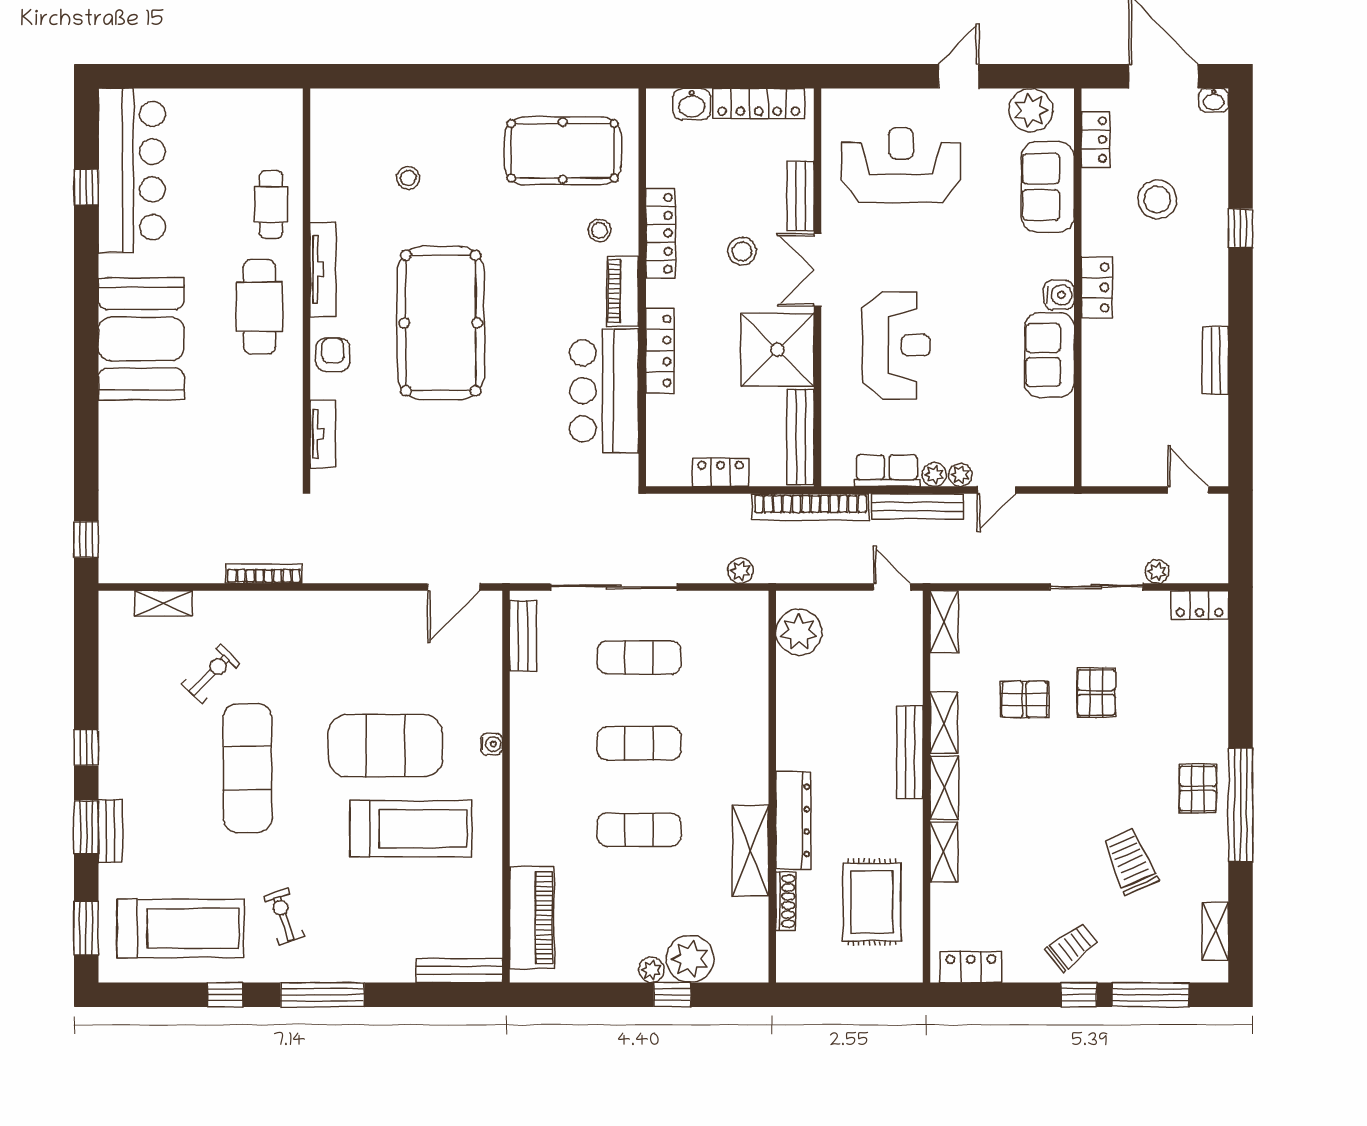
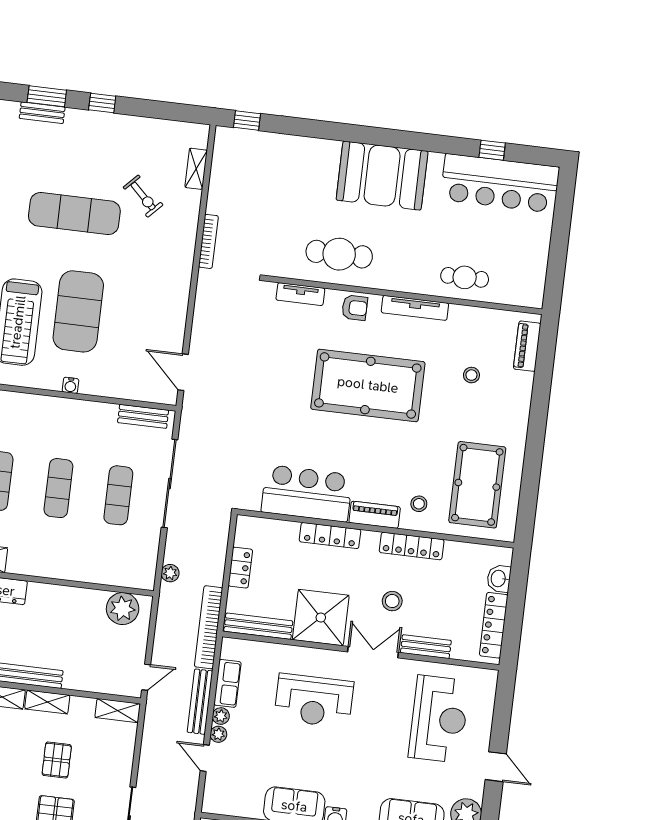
piano: (358, 104) -> (527, 346), added
cafe table: (260, 307) -> (339, 254), moved

